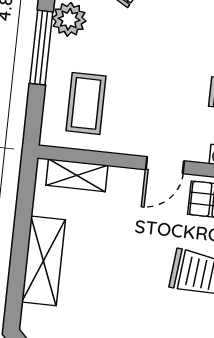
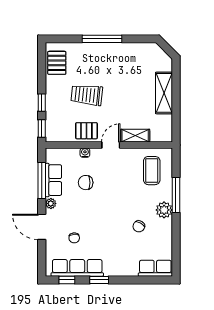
shelving: (77, 175) -> (135, 136), moved

